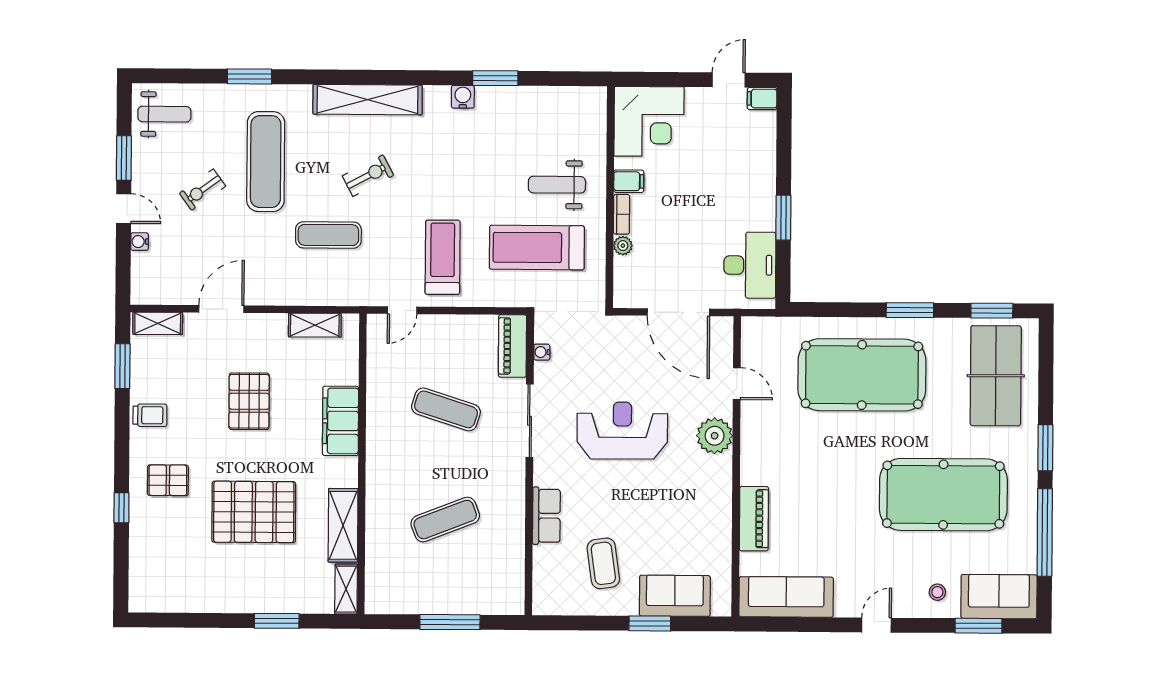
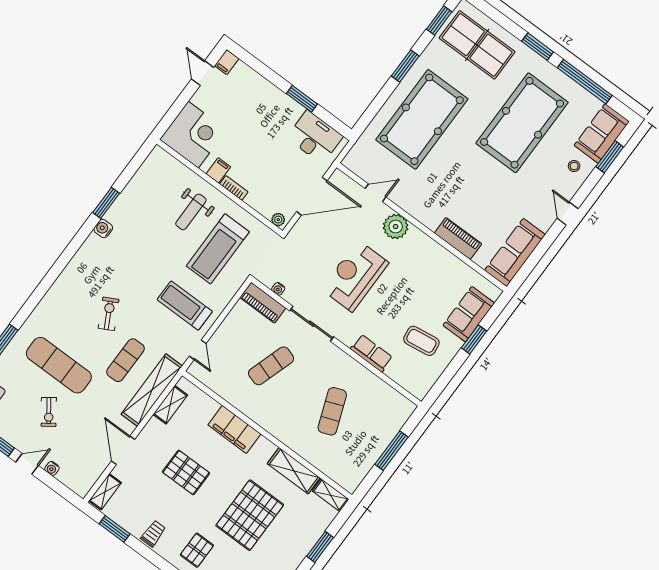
shelving: (368, 100) -> (152, 390), moved
plant: (623, 246) -> (278, 220), moved

